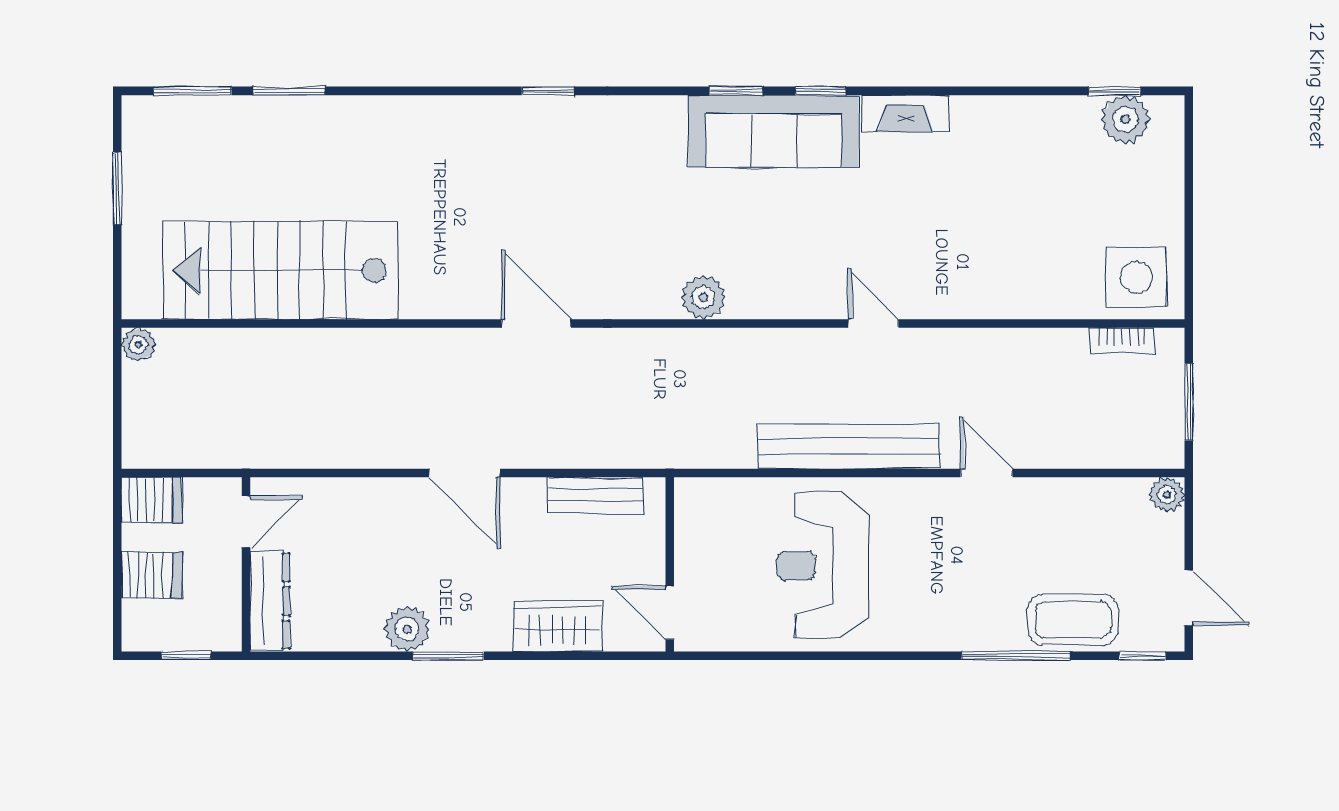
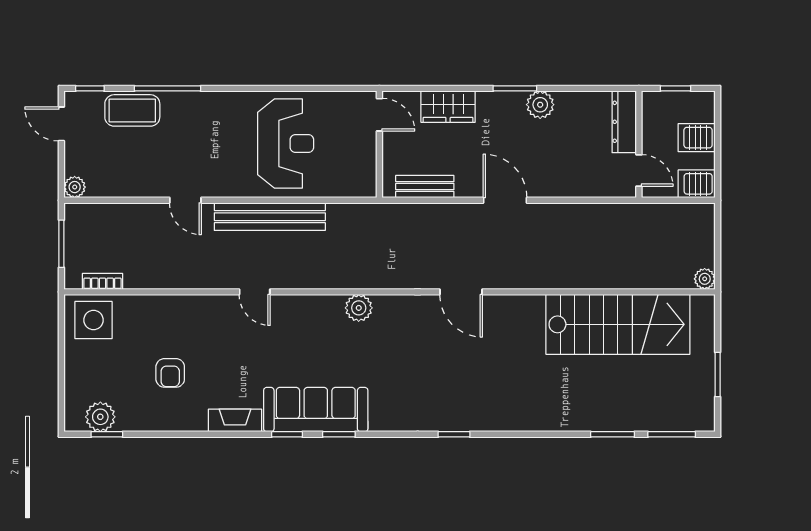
armchair: (1011, 191) -> (170, 373), added
door: (246, 522) -> (639, 170), swing flipped

